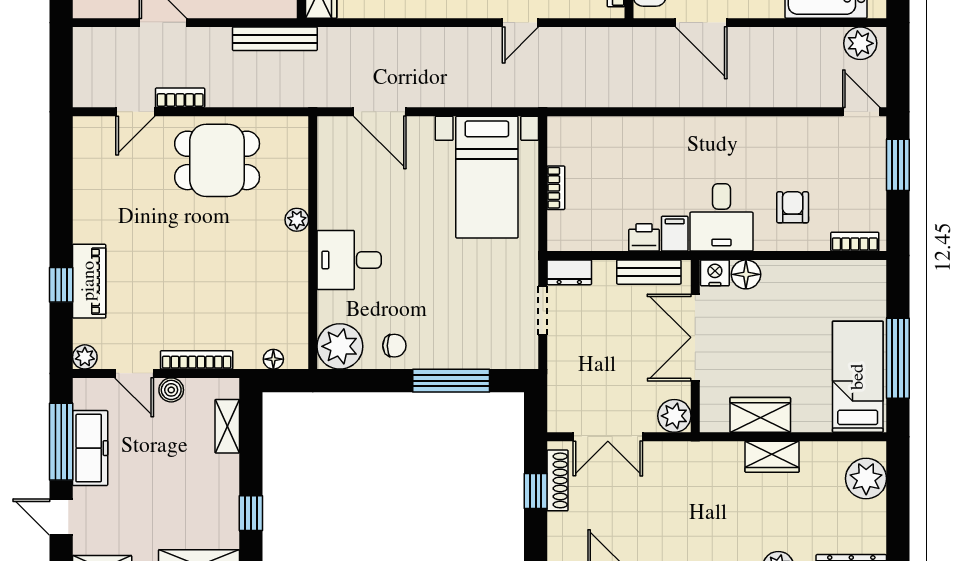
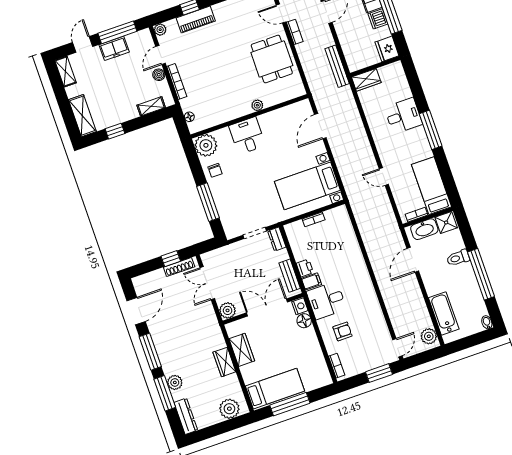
freezer: (90, 448) -> (114, 48), width x0.71

